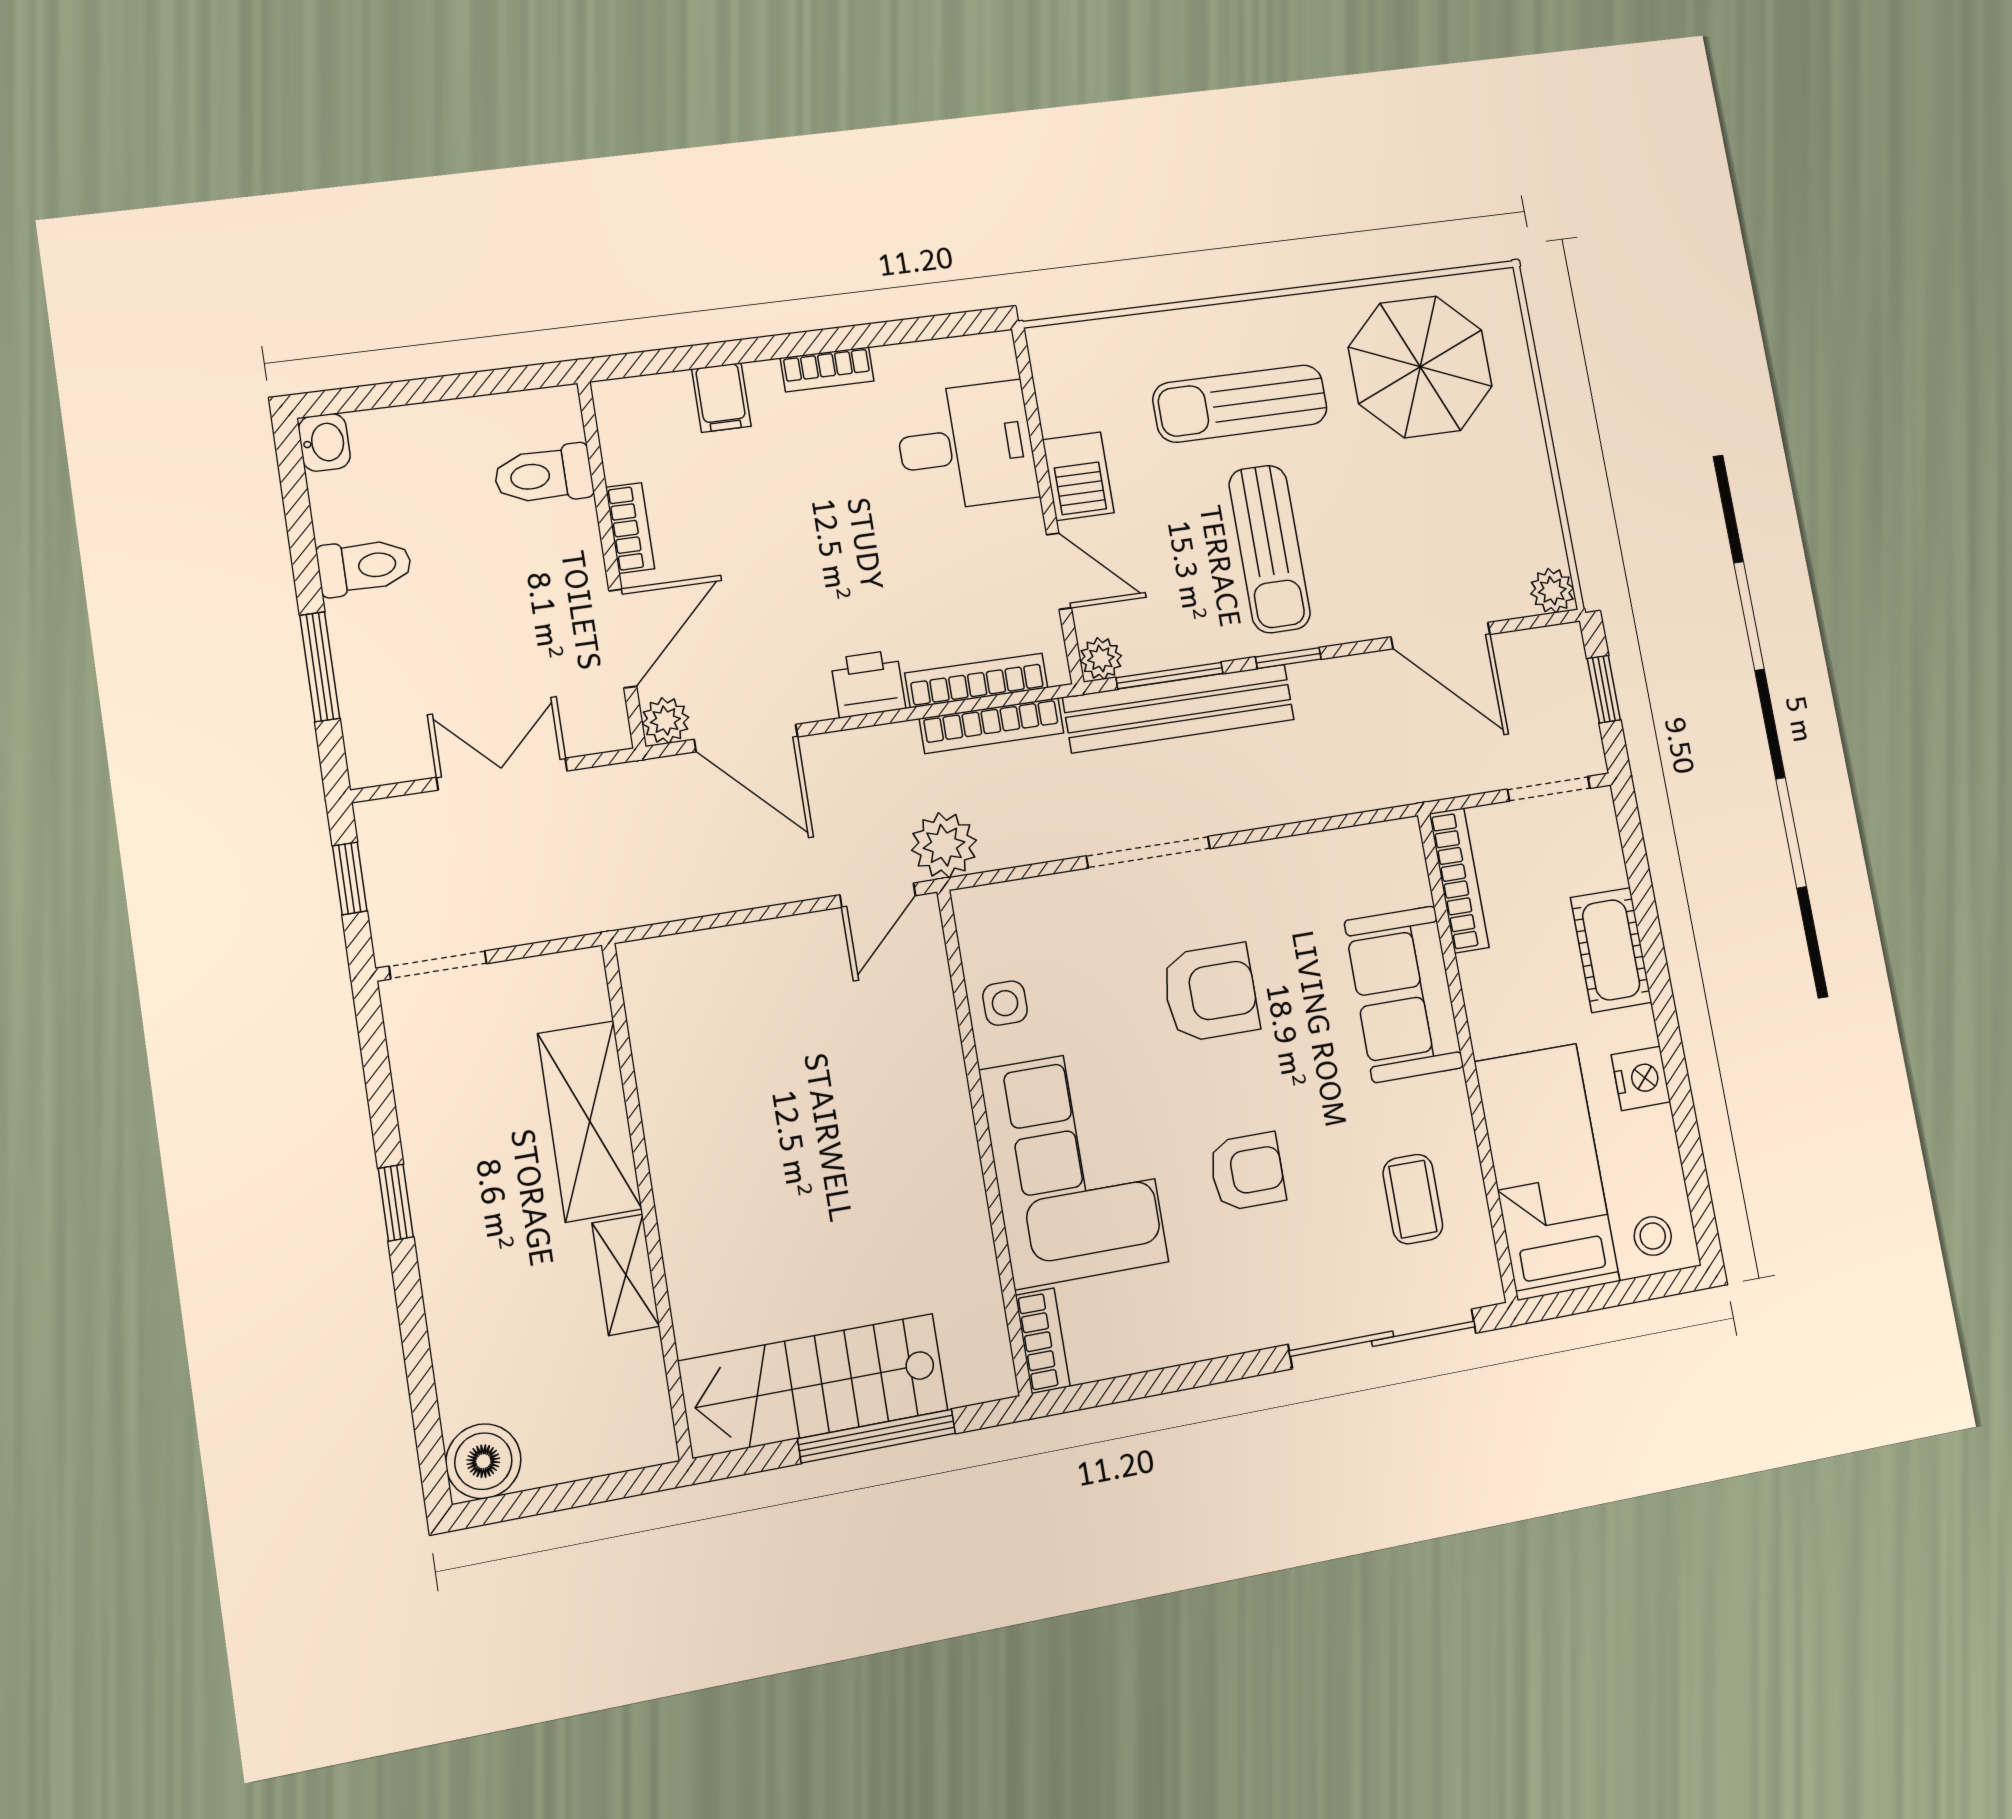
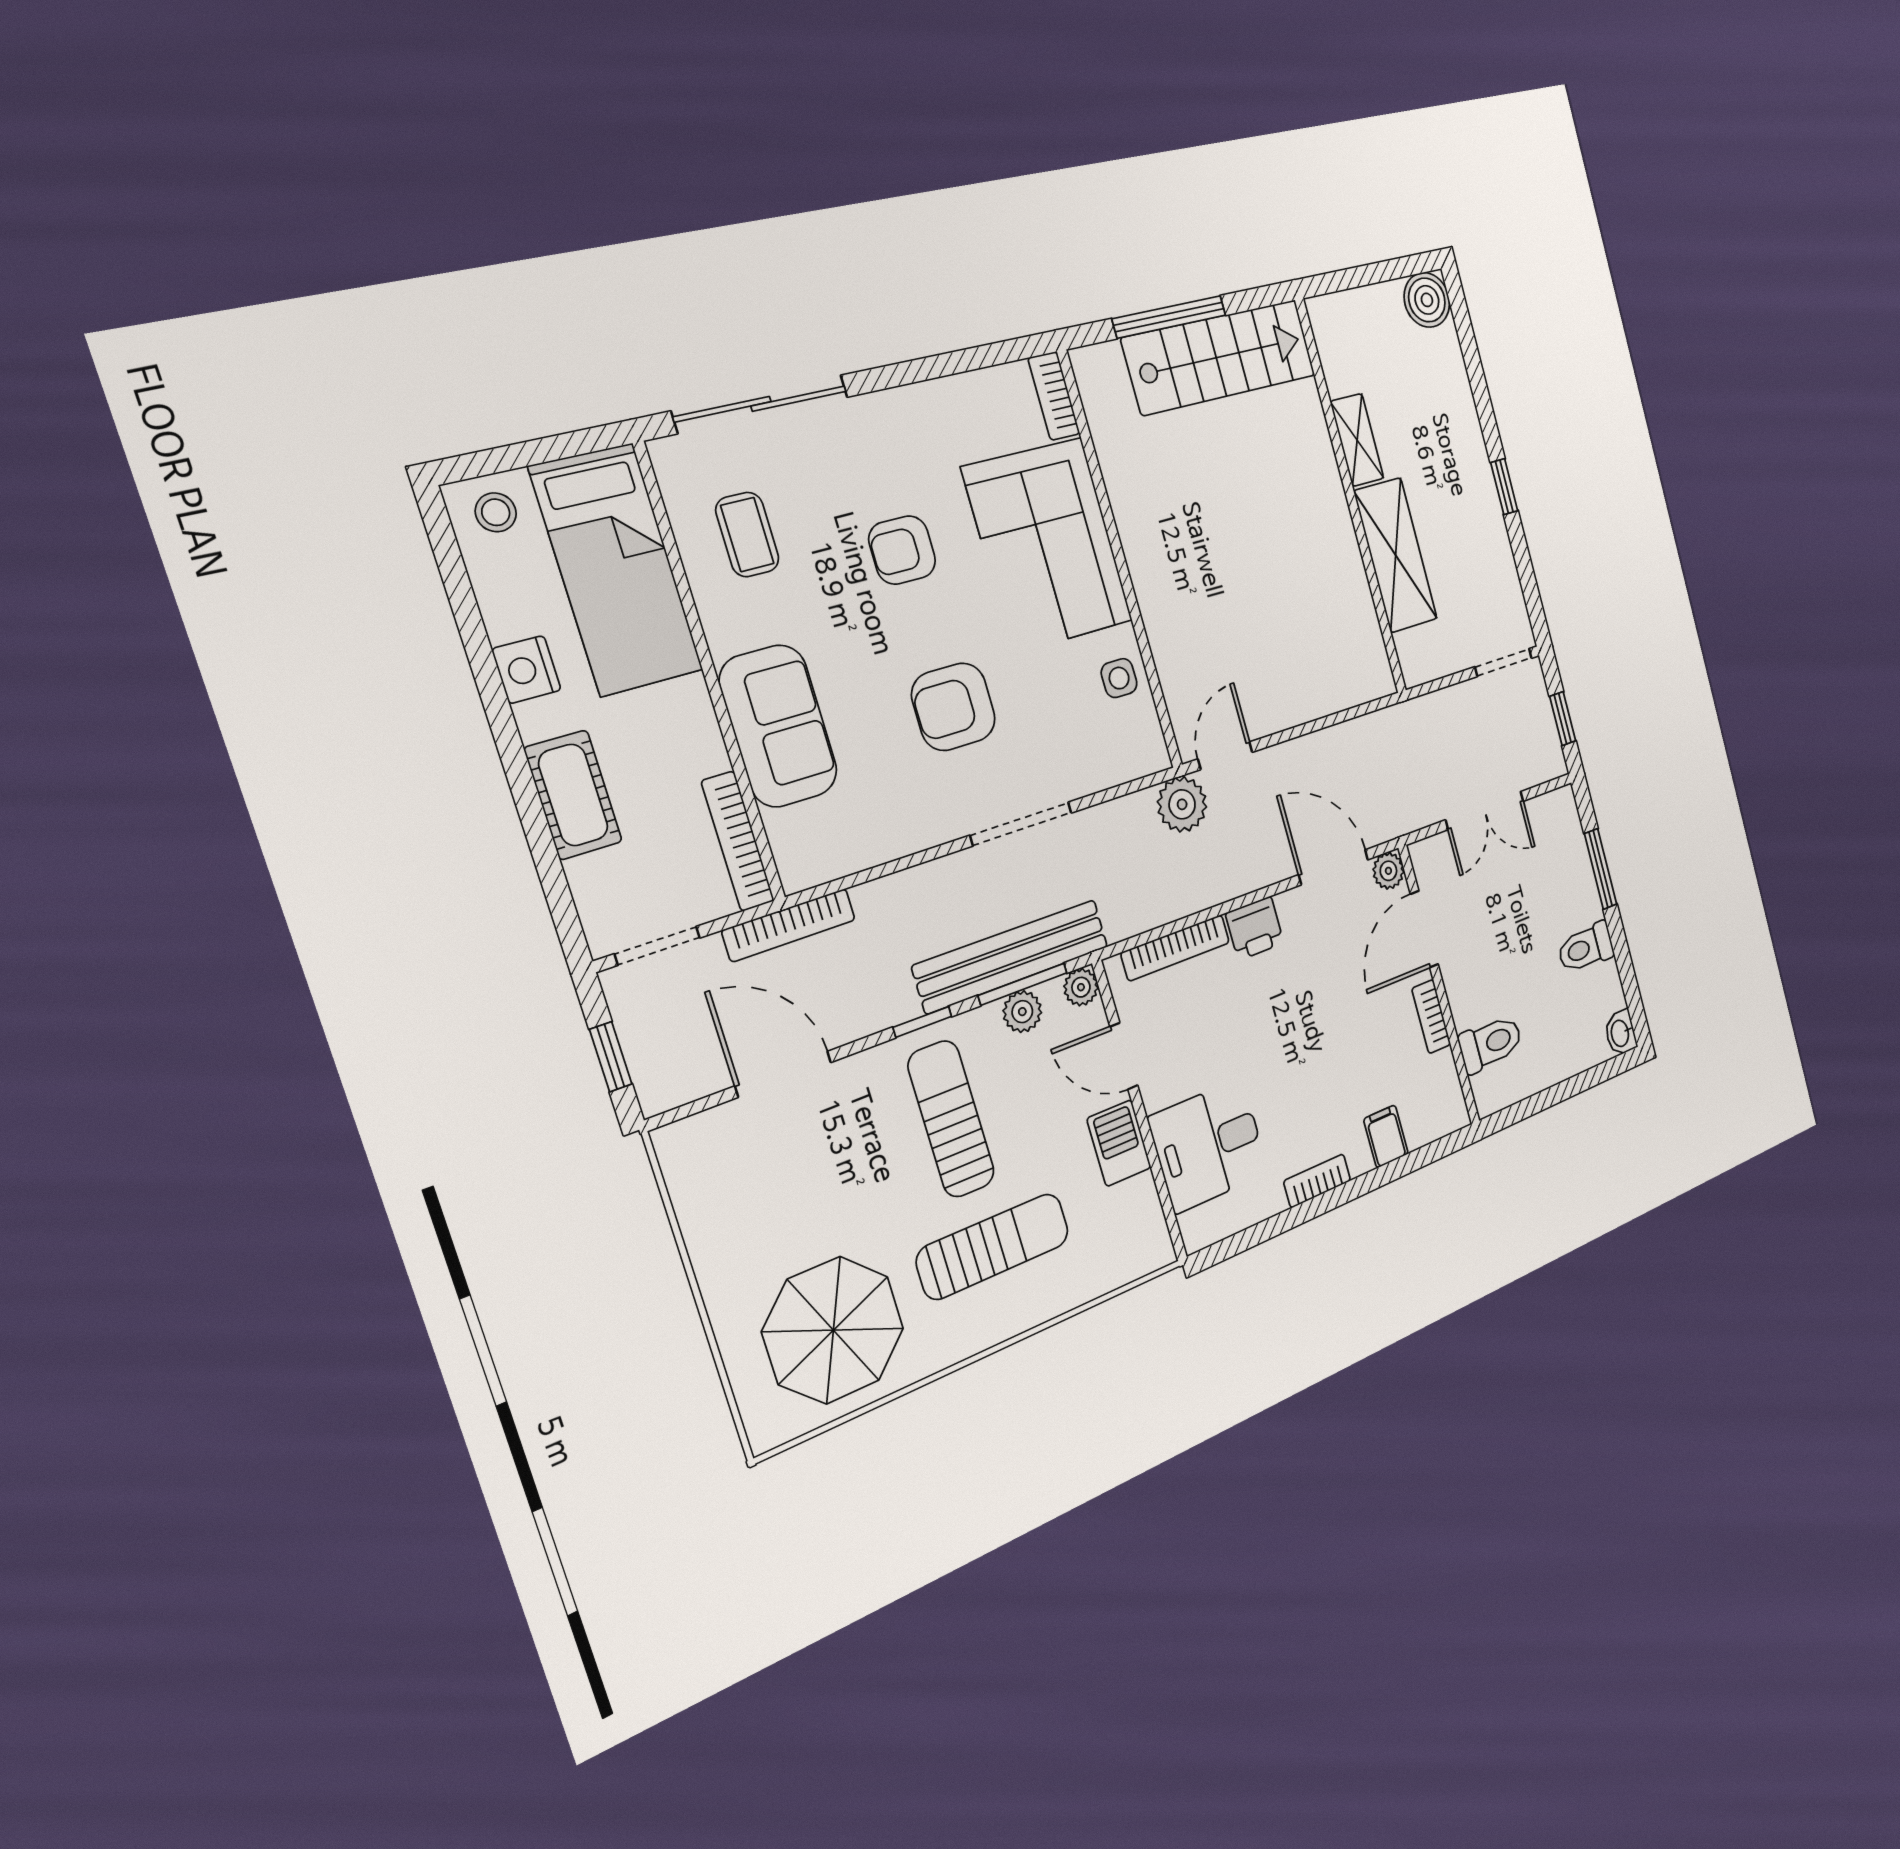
plant: (1552, 591) -> (1022, 1012), moved
bookcase: (992, 726) -> (789, 925), moved, turned 180

